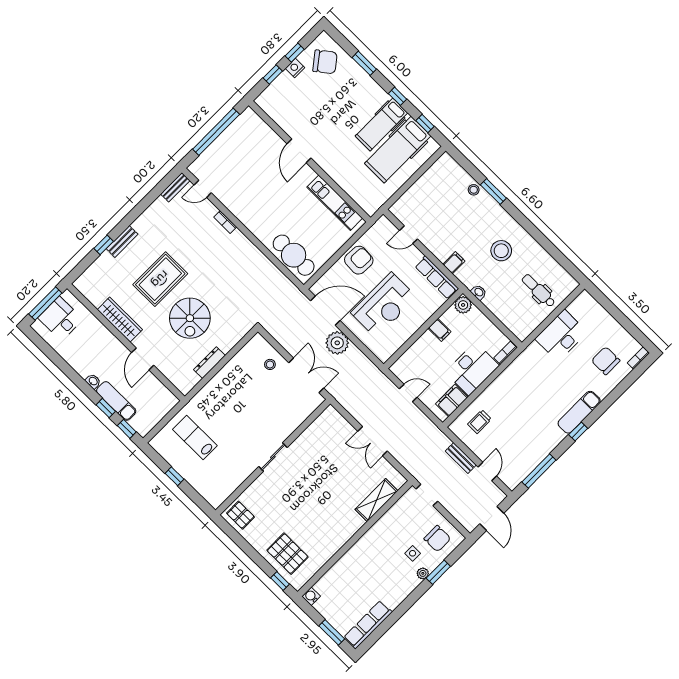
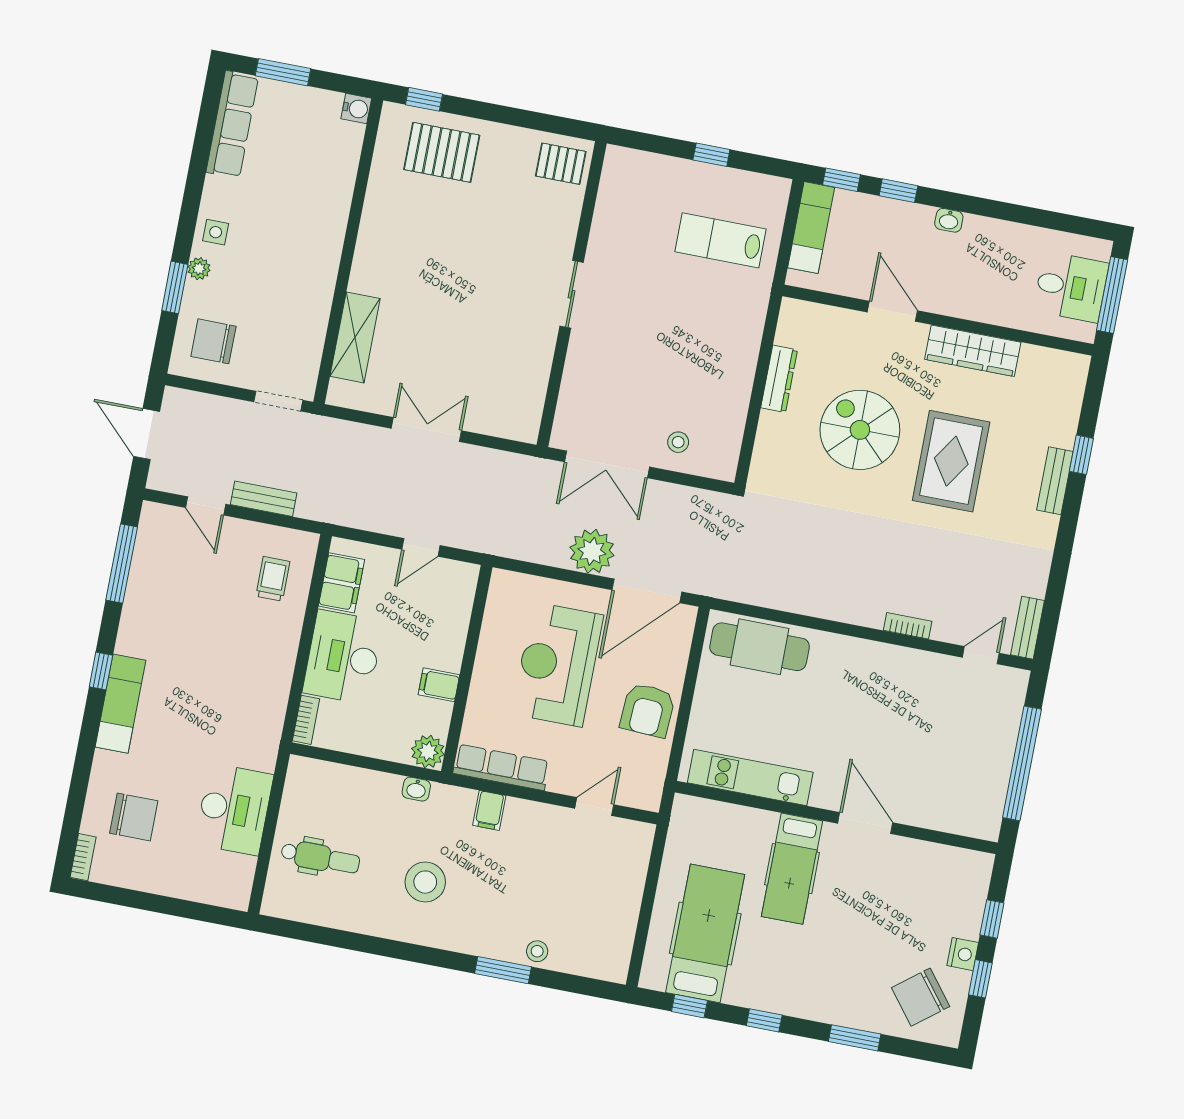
hospital bed: (382, 124) -> (792, 869), moved, turned 180
exam couch: (116, 401) -> (811, 228), moved, turned -90
lab bench: (195, 438) -> (721, 240), turned 180
side table: (413, 553) -> (216, 232), moved

